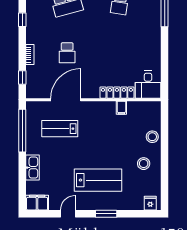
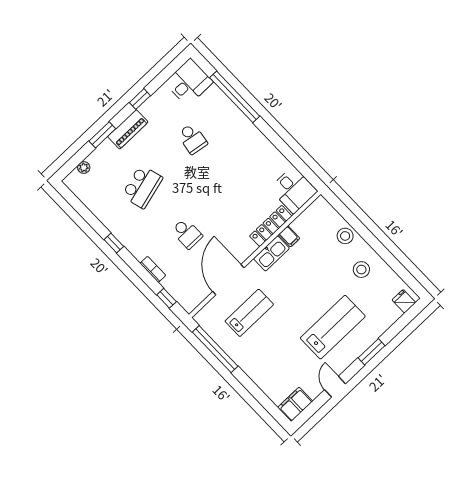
lab bench: (60, 129) -> (249, 313), turned 180
kitchen sink: (32, 168) -> (271, 253), moved, turned 90

